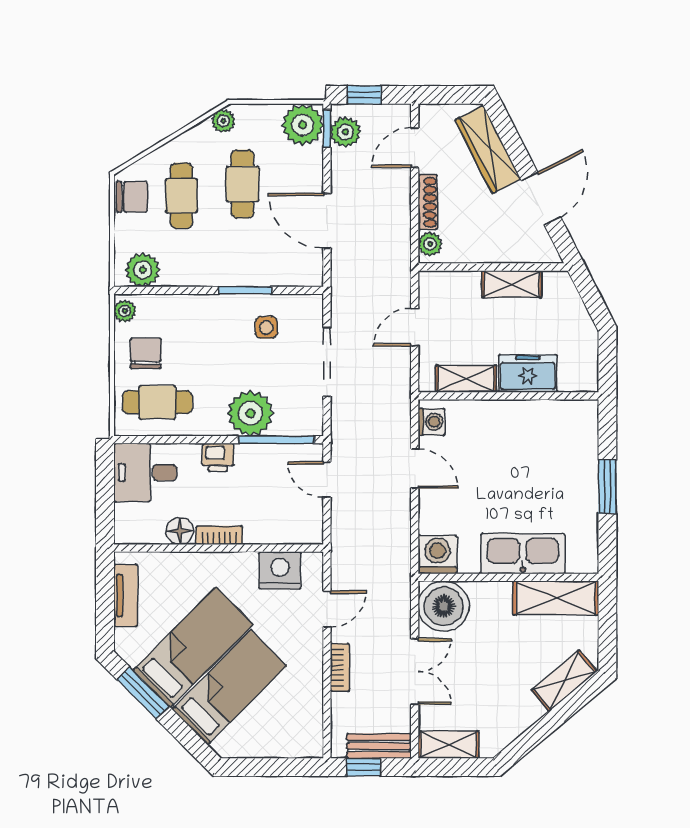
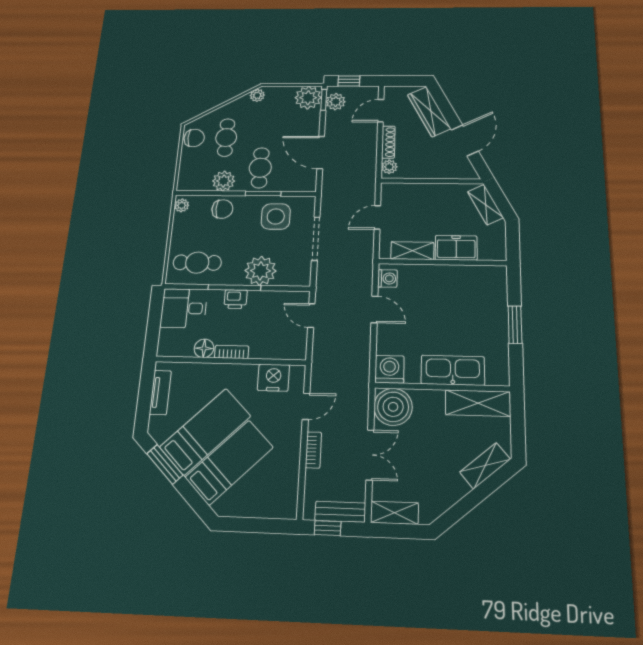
cafe table: (243, 184) -> (260, 168), moved
plant: (143, 270) -> (224, 181), moved
shelving: (512, 284) -> (486, 205), moved, turned 63
side table: (266, 327) -> (276, 216), width x1.87, depth x1.87
chair: (146, 353) -> (222, 209), moved, turned 90
window: (276, 440) -> (234, 288), moved

